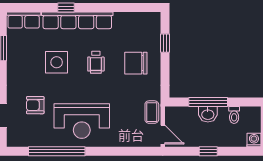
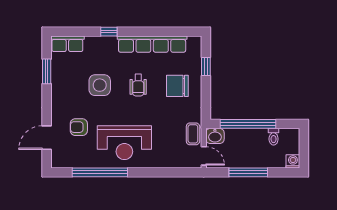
row of seats: (77, 20) -> (152, 44), moved
window: (208, 102) -> (248, 124), width x1.46
washbasin: (208, 114) -> (215, 136), moved
window: (208, 151) -> (248, 172), width x2.17

